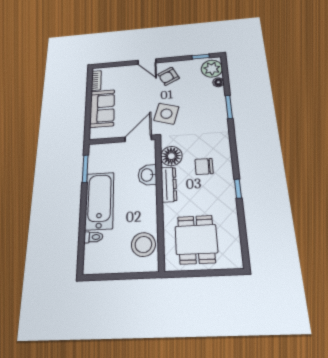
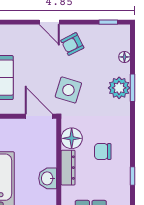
plant: (212, 69) -> (119, 88), moved
door: (138, 138) -> (39, 116), hinge flipped
washbasin: (147, 175) -> (48, 178), moved

